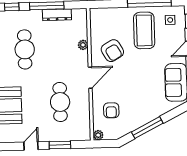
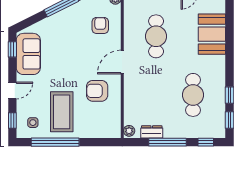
dresser: (57, 15) -> (152, 132), width x0.70
plant: (83, 45) -> (129, 131), moved
armchair: (112, 51) -> (97, 91), turned -60

